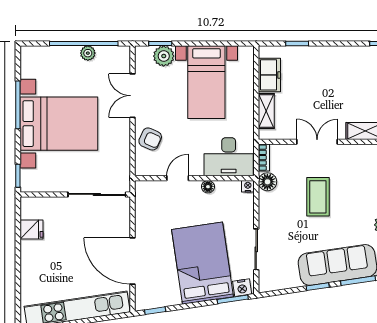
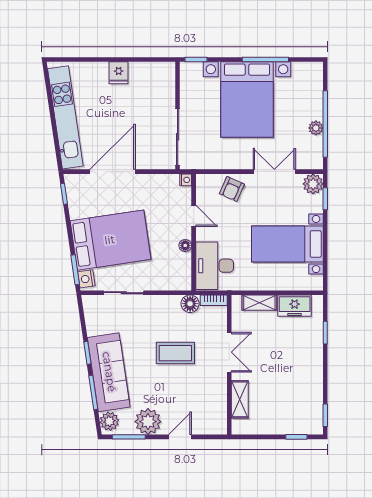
plant: (164, 56) -> (313, 184), moved
nightstand: (248, 186) -> (186, 180), moved
fridge: (31, 229) -> (119, 73), moved

